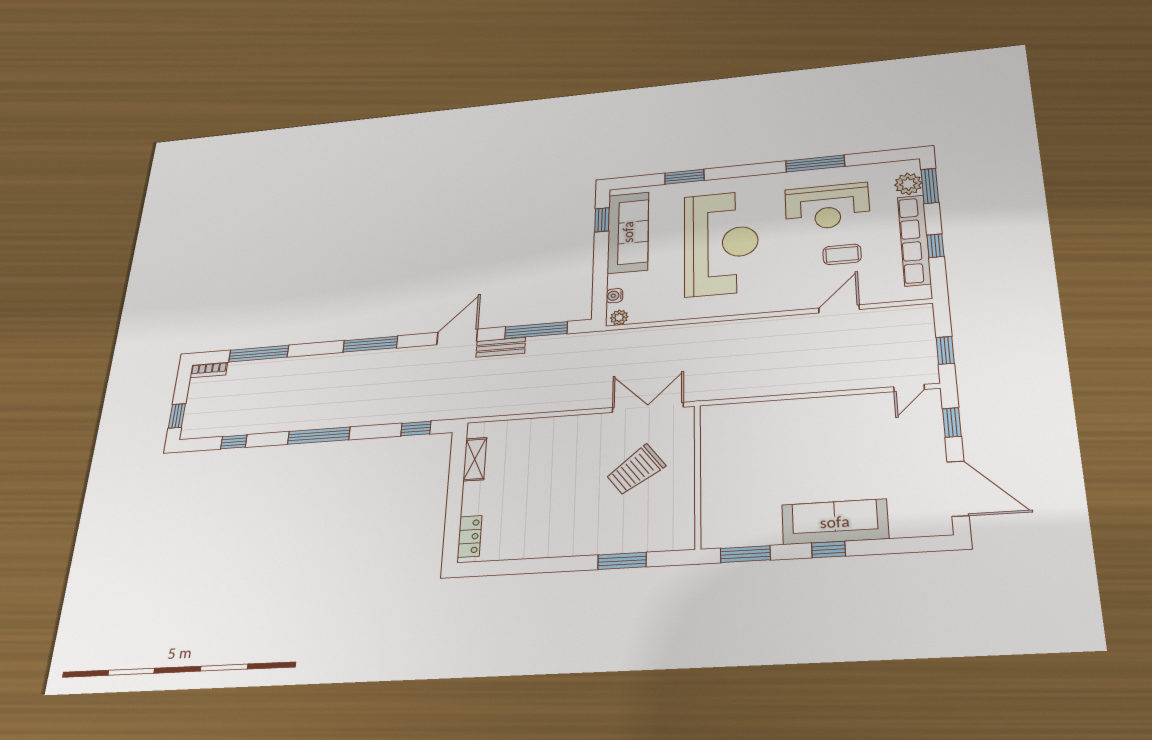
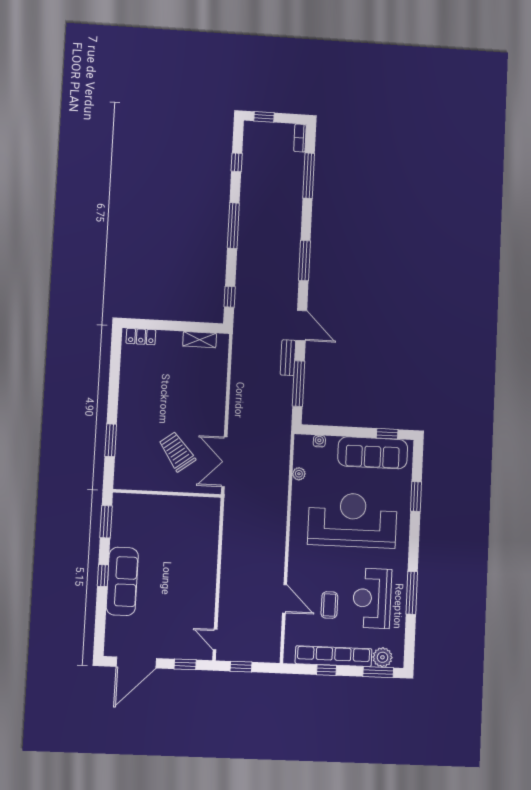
reception desk: (721, 243) -> (352, 520), turned 180
plant: (619, 317) -> (299, 474), moved
double door: (648, 407) -> (224, 462), swing flipped

